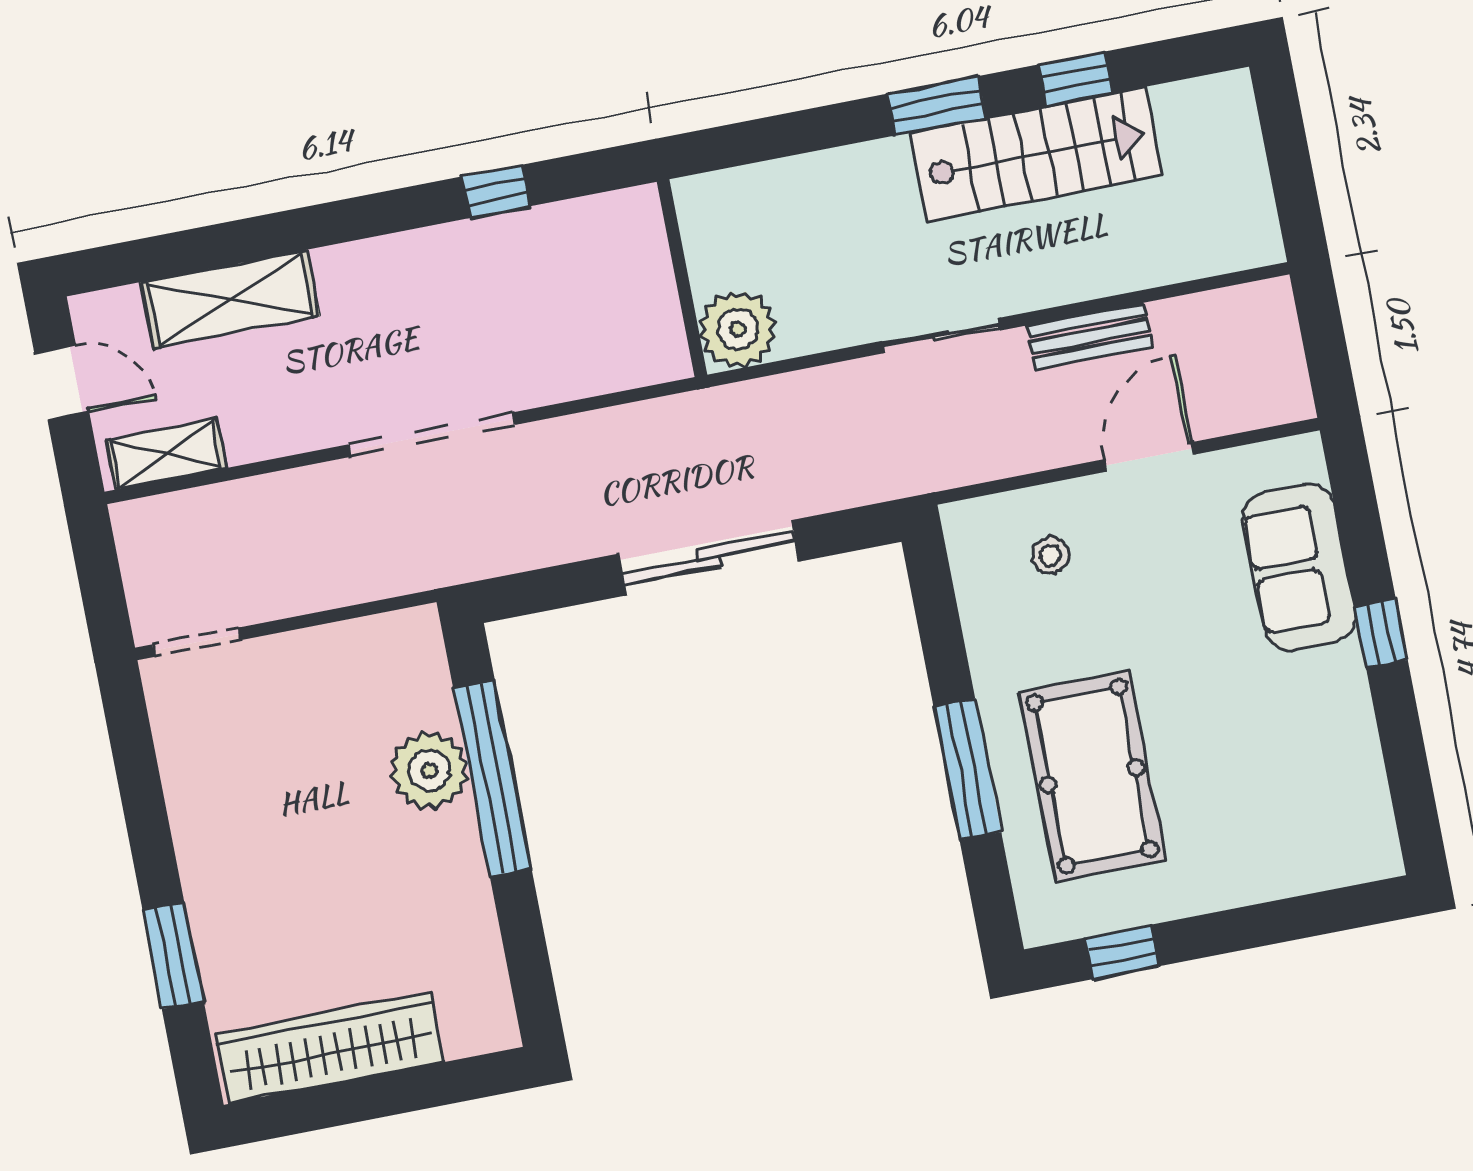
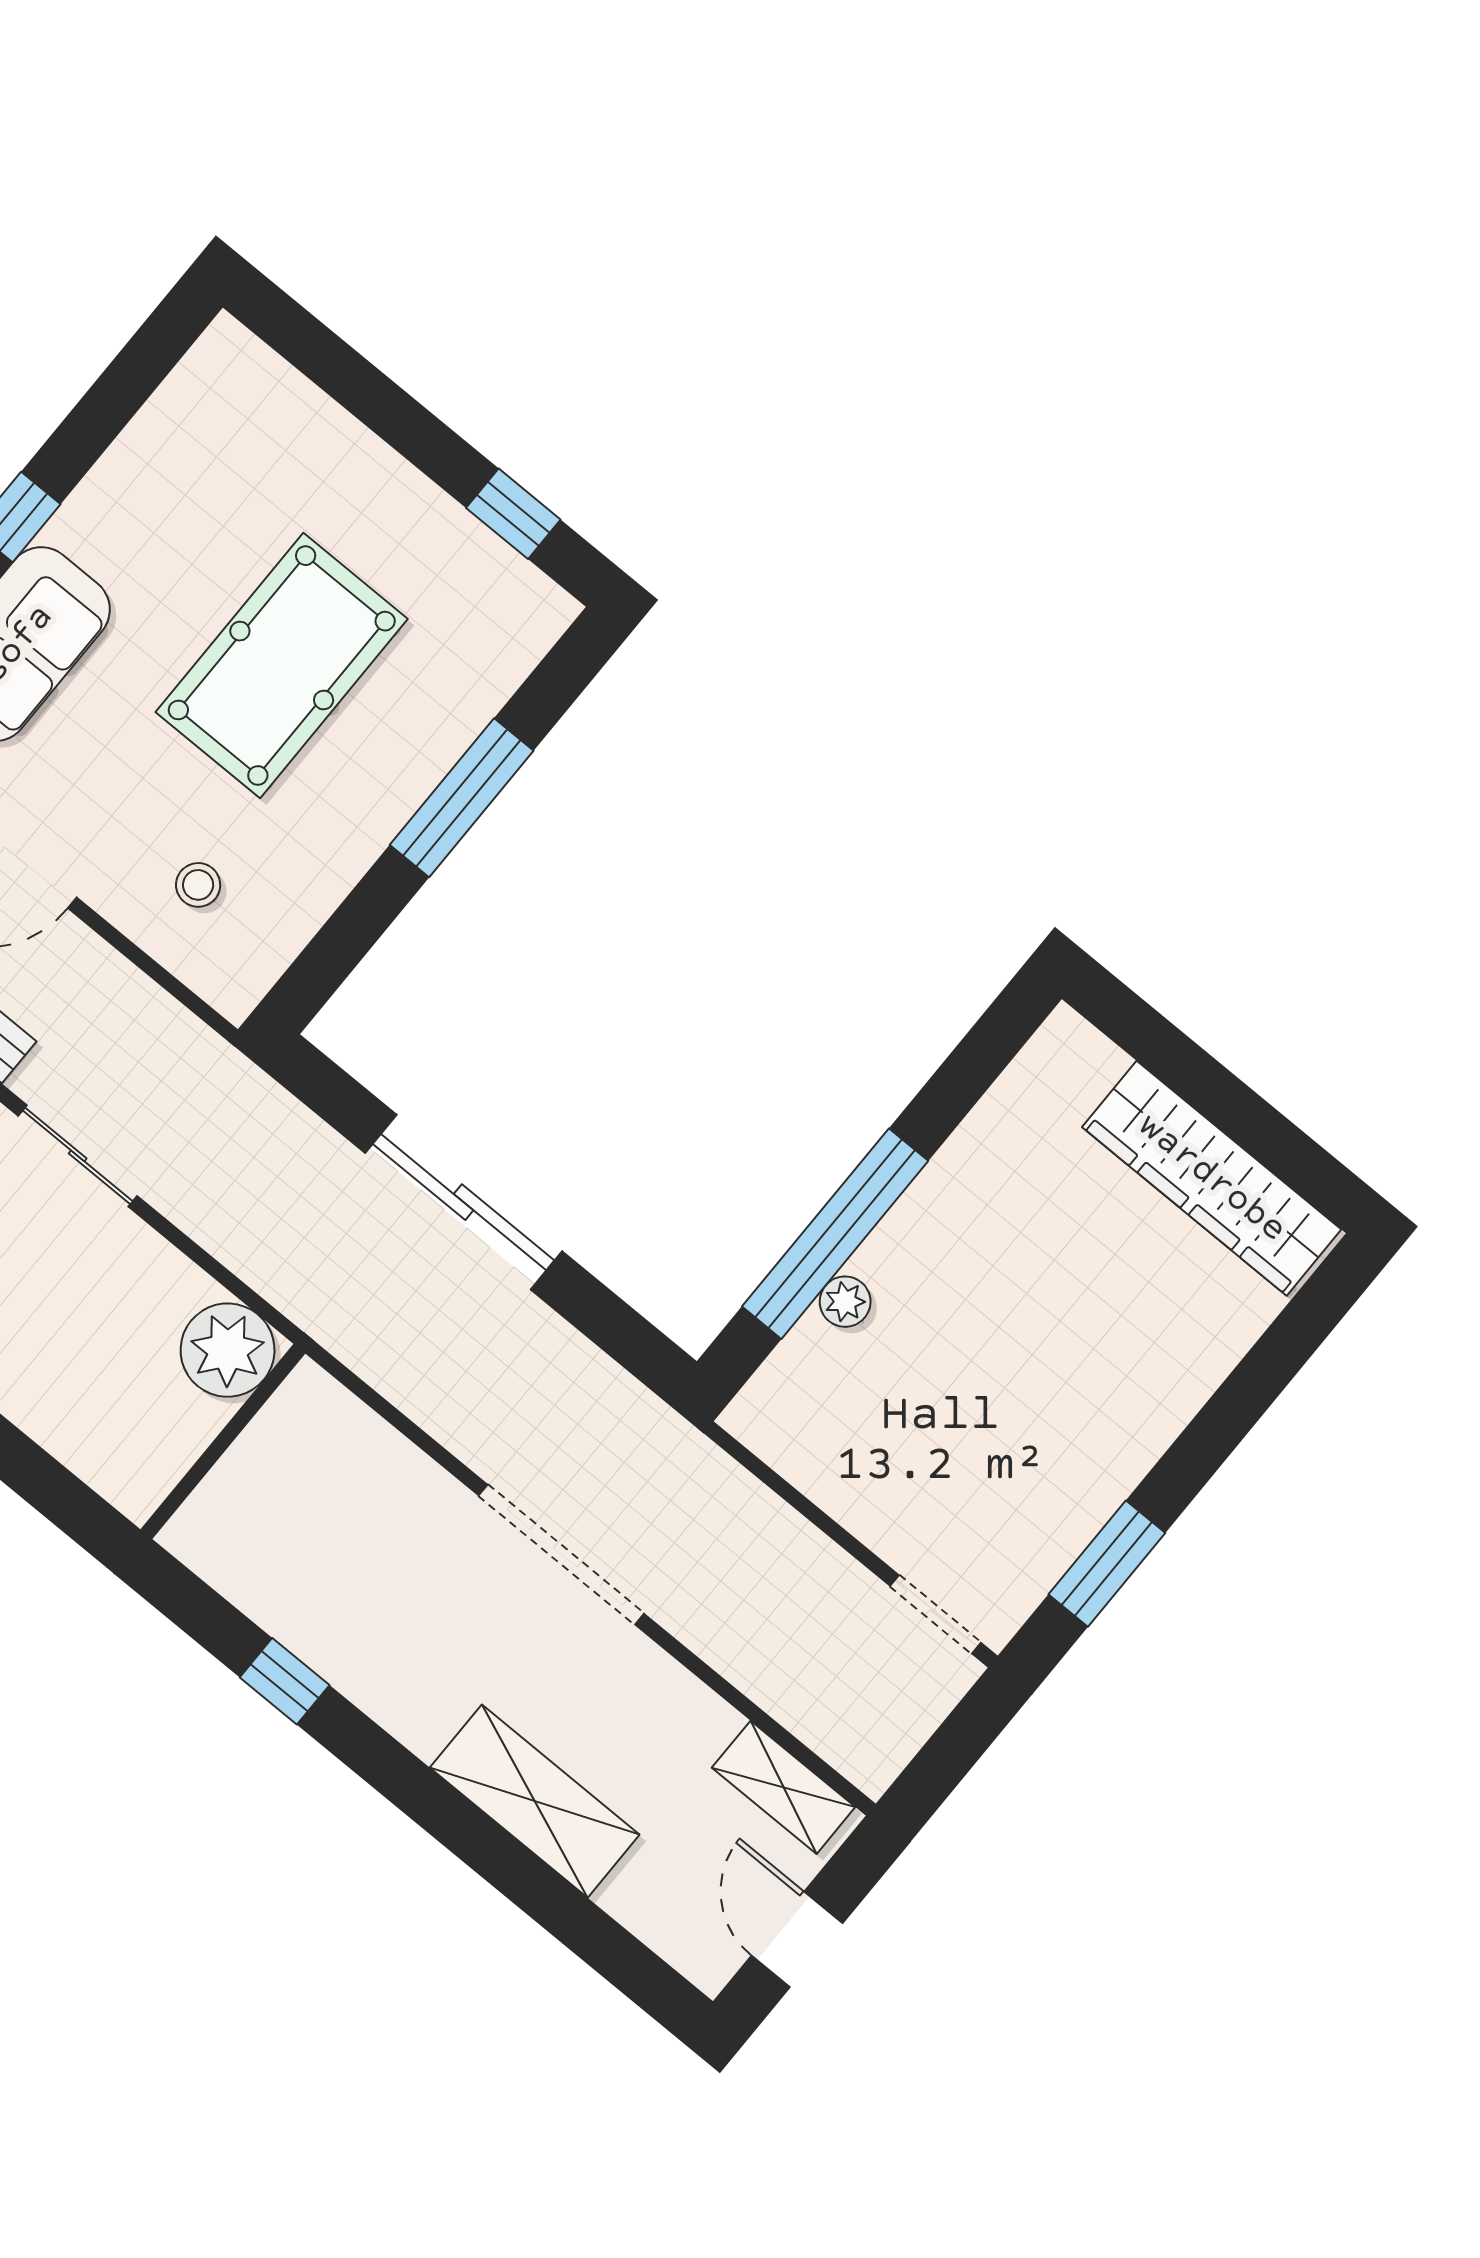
shelving: (230, 299) -> (535, 1801), moved
plant: (429, 771) -> (845, 1302), width x0.53, depth x0.53
pool table: (1092, 776) -> (282, 666), moved
window: (173, 955) -> (1107, 1564), moved

